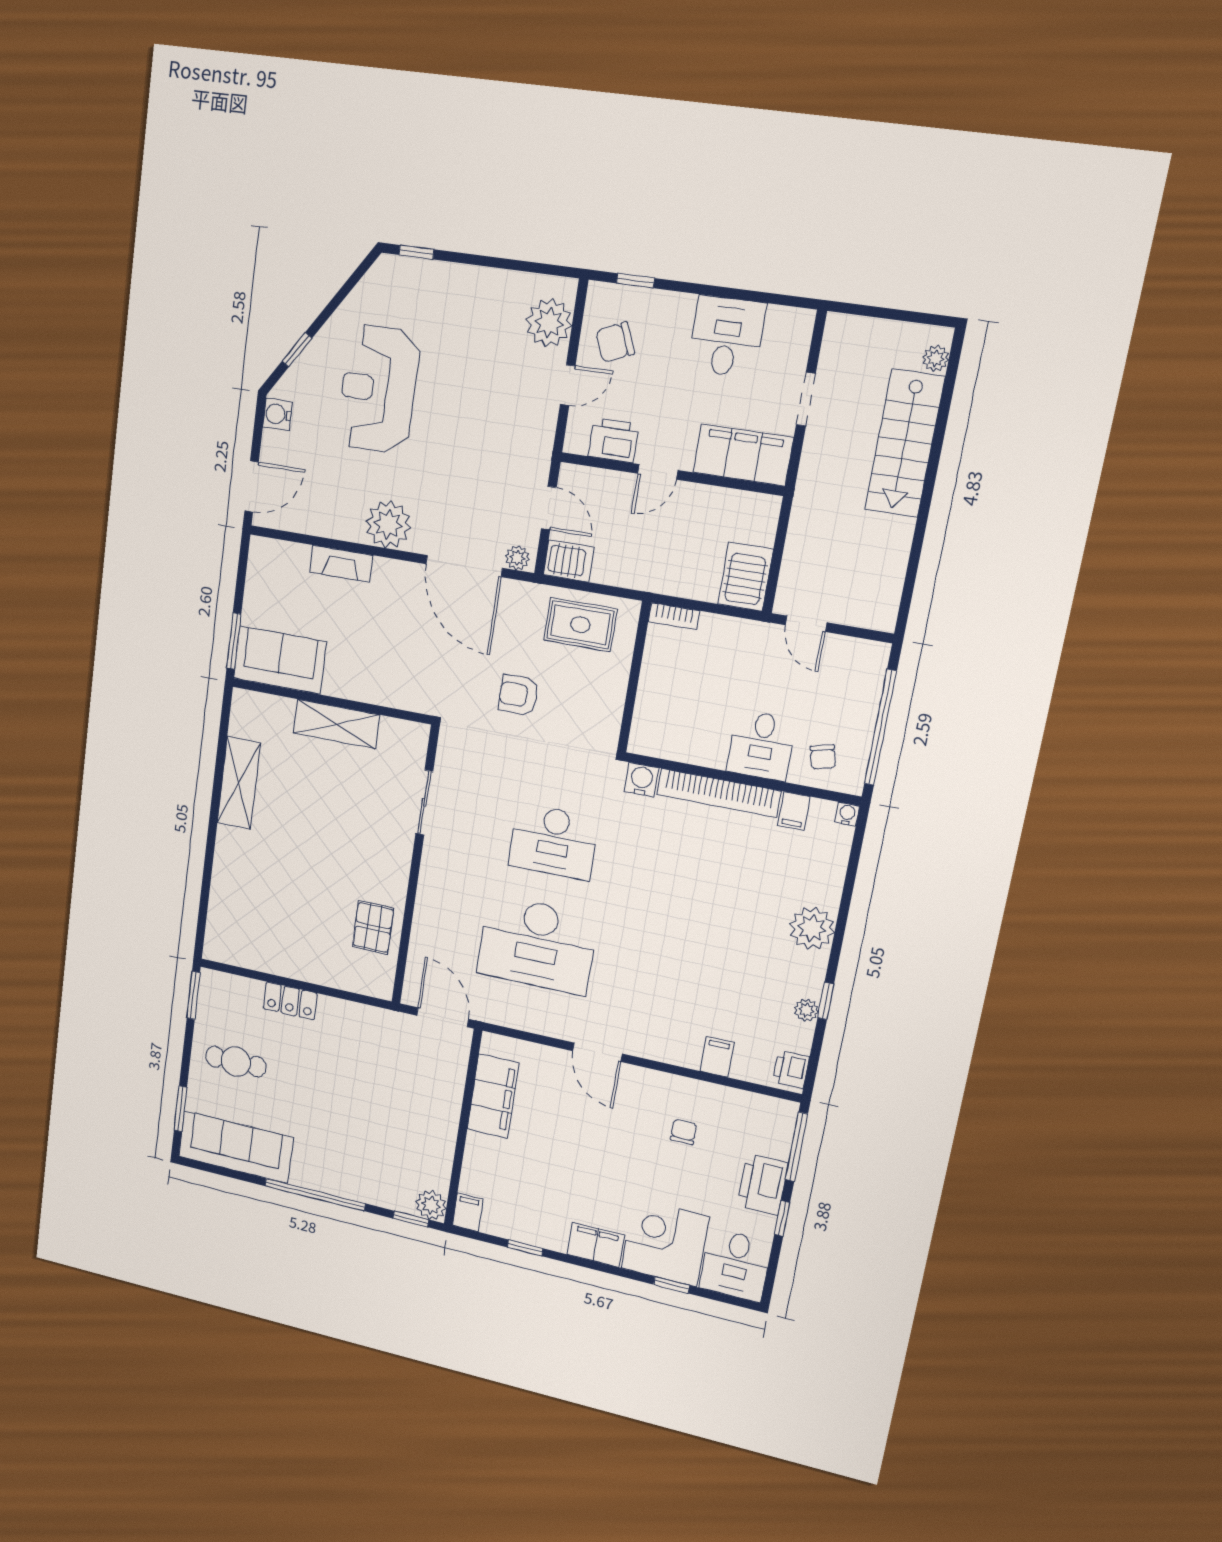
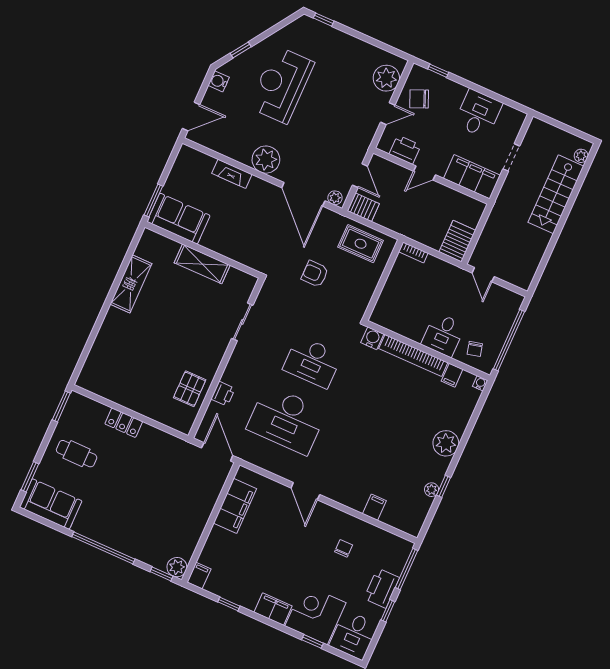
printer: (791, 1070) -> (223, 394), moved, turned 180
sofa: (236, 1147) -> (51, 504), width x0.73

